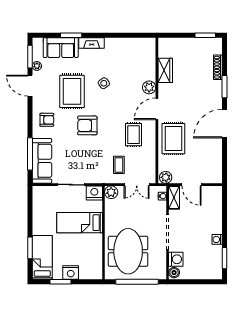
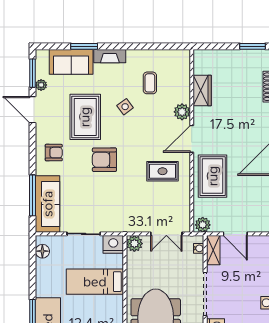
rug: (134, 135) -> (163, 171), turned 90
coffee table: (119, 165) -> (150, 83), moved
floor lamp: (38, 198) -> (42, 251), added

